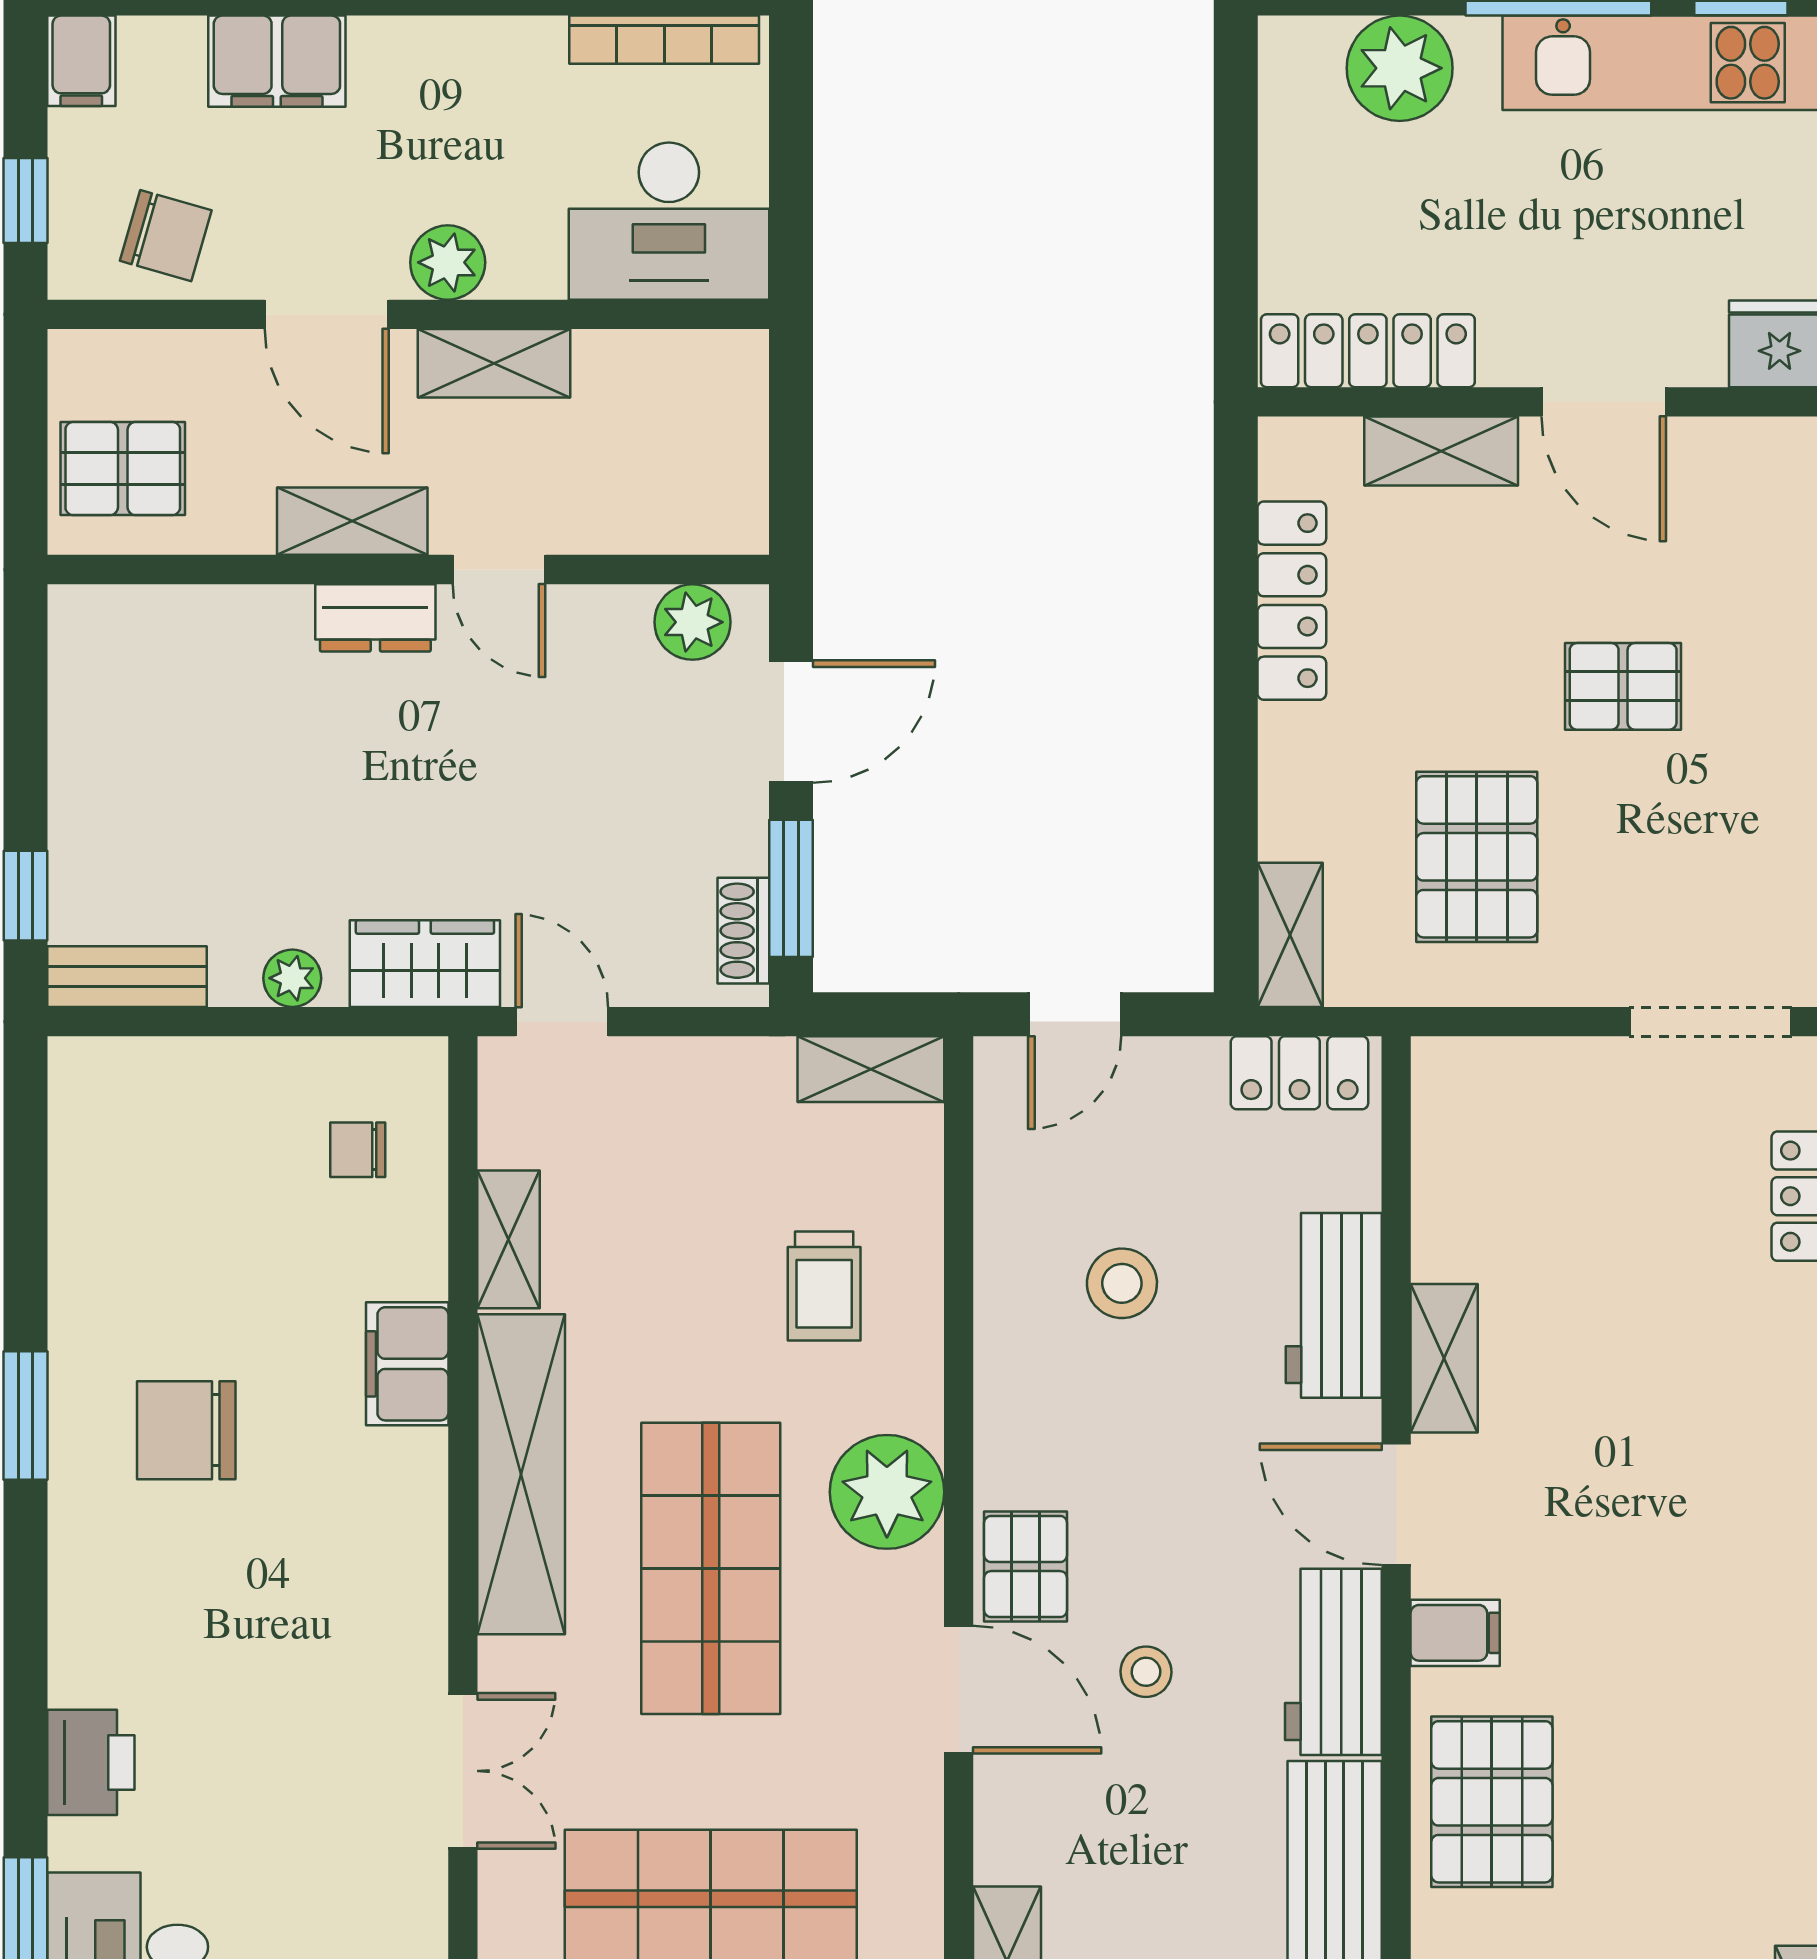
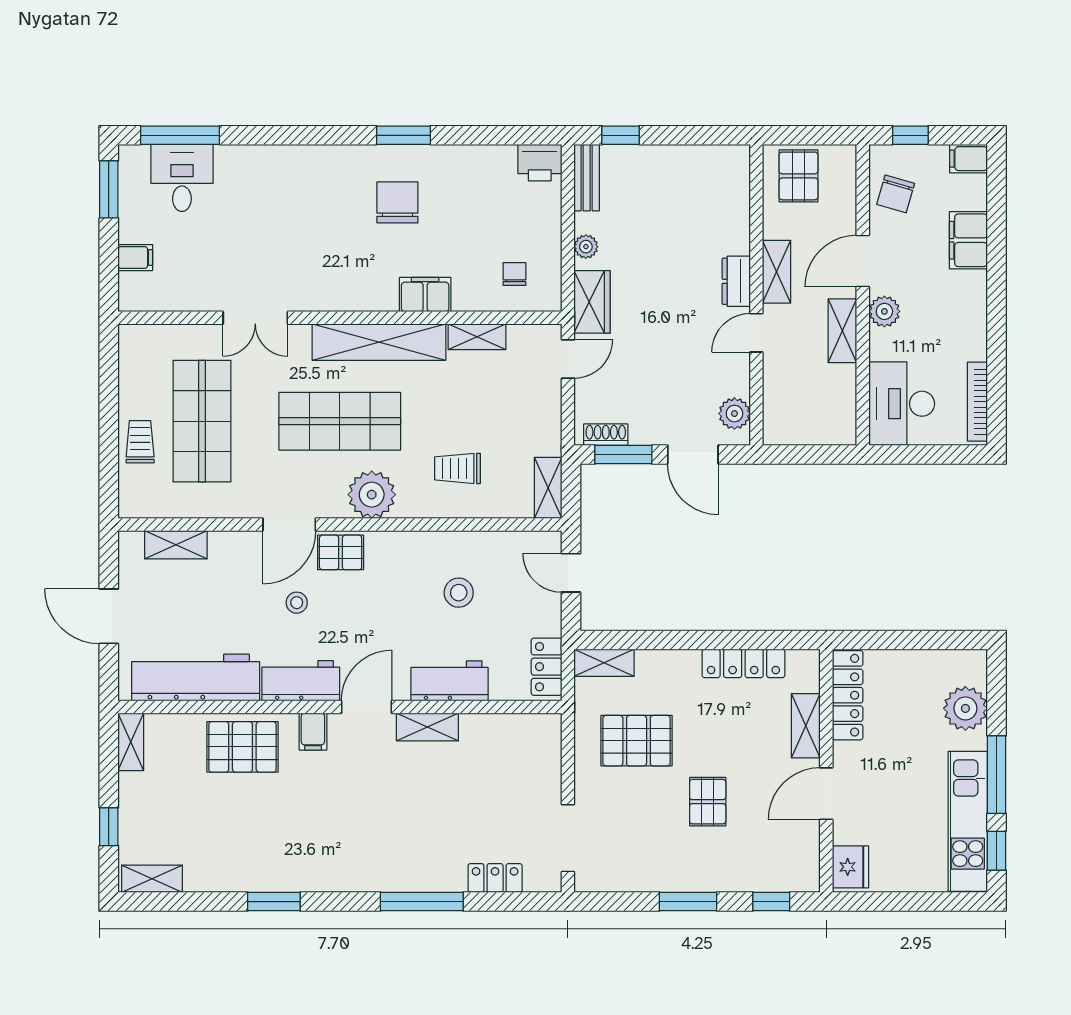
printer: (91, 1762) -> (540, 163), moved

